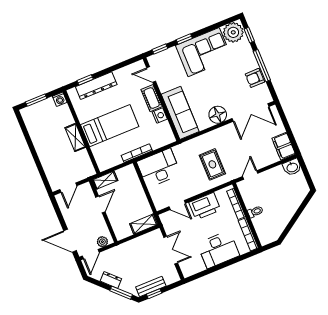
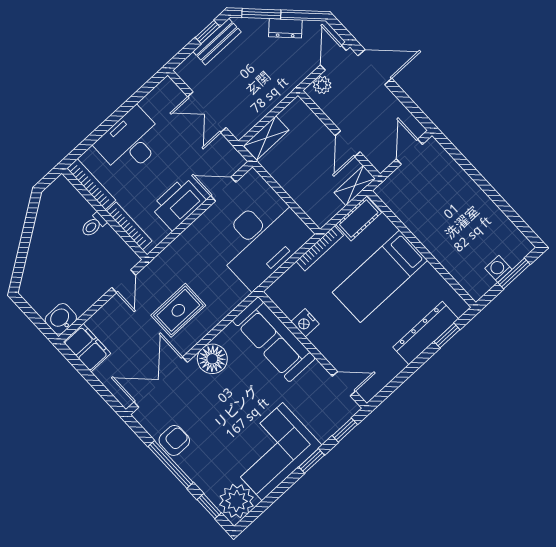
cot: (152, 98) -> (359, 219), moved, turned 90
washing machine: (60, 99) -> (498, 269), moved
shelving: (75, 137) -> (428, 237), removed
rug: (212, 164) -> (178, 310), moved, turned 90
desk: (159, 168) -> (262, 240), width x1.36, depth x1.30

